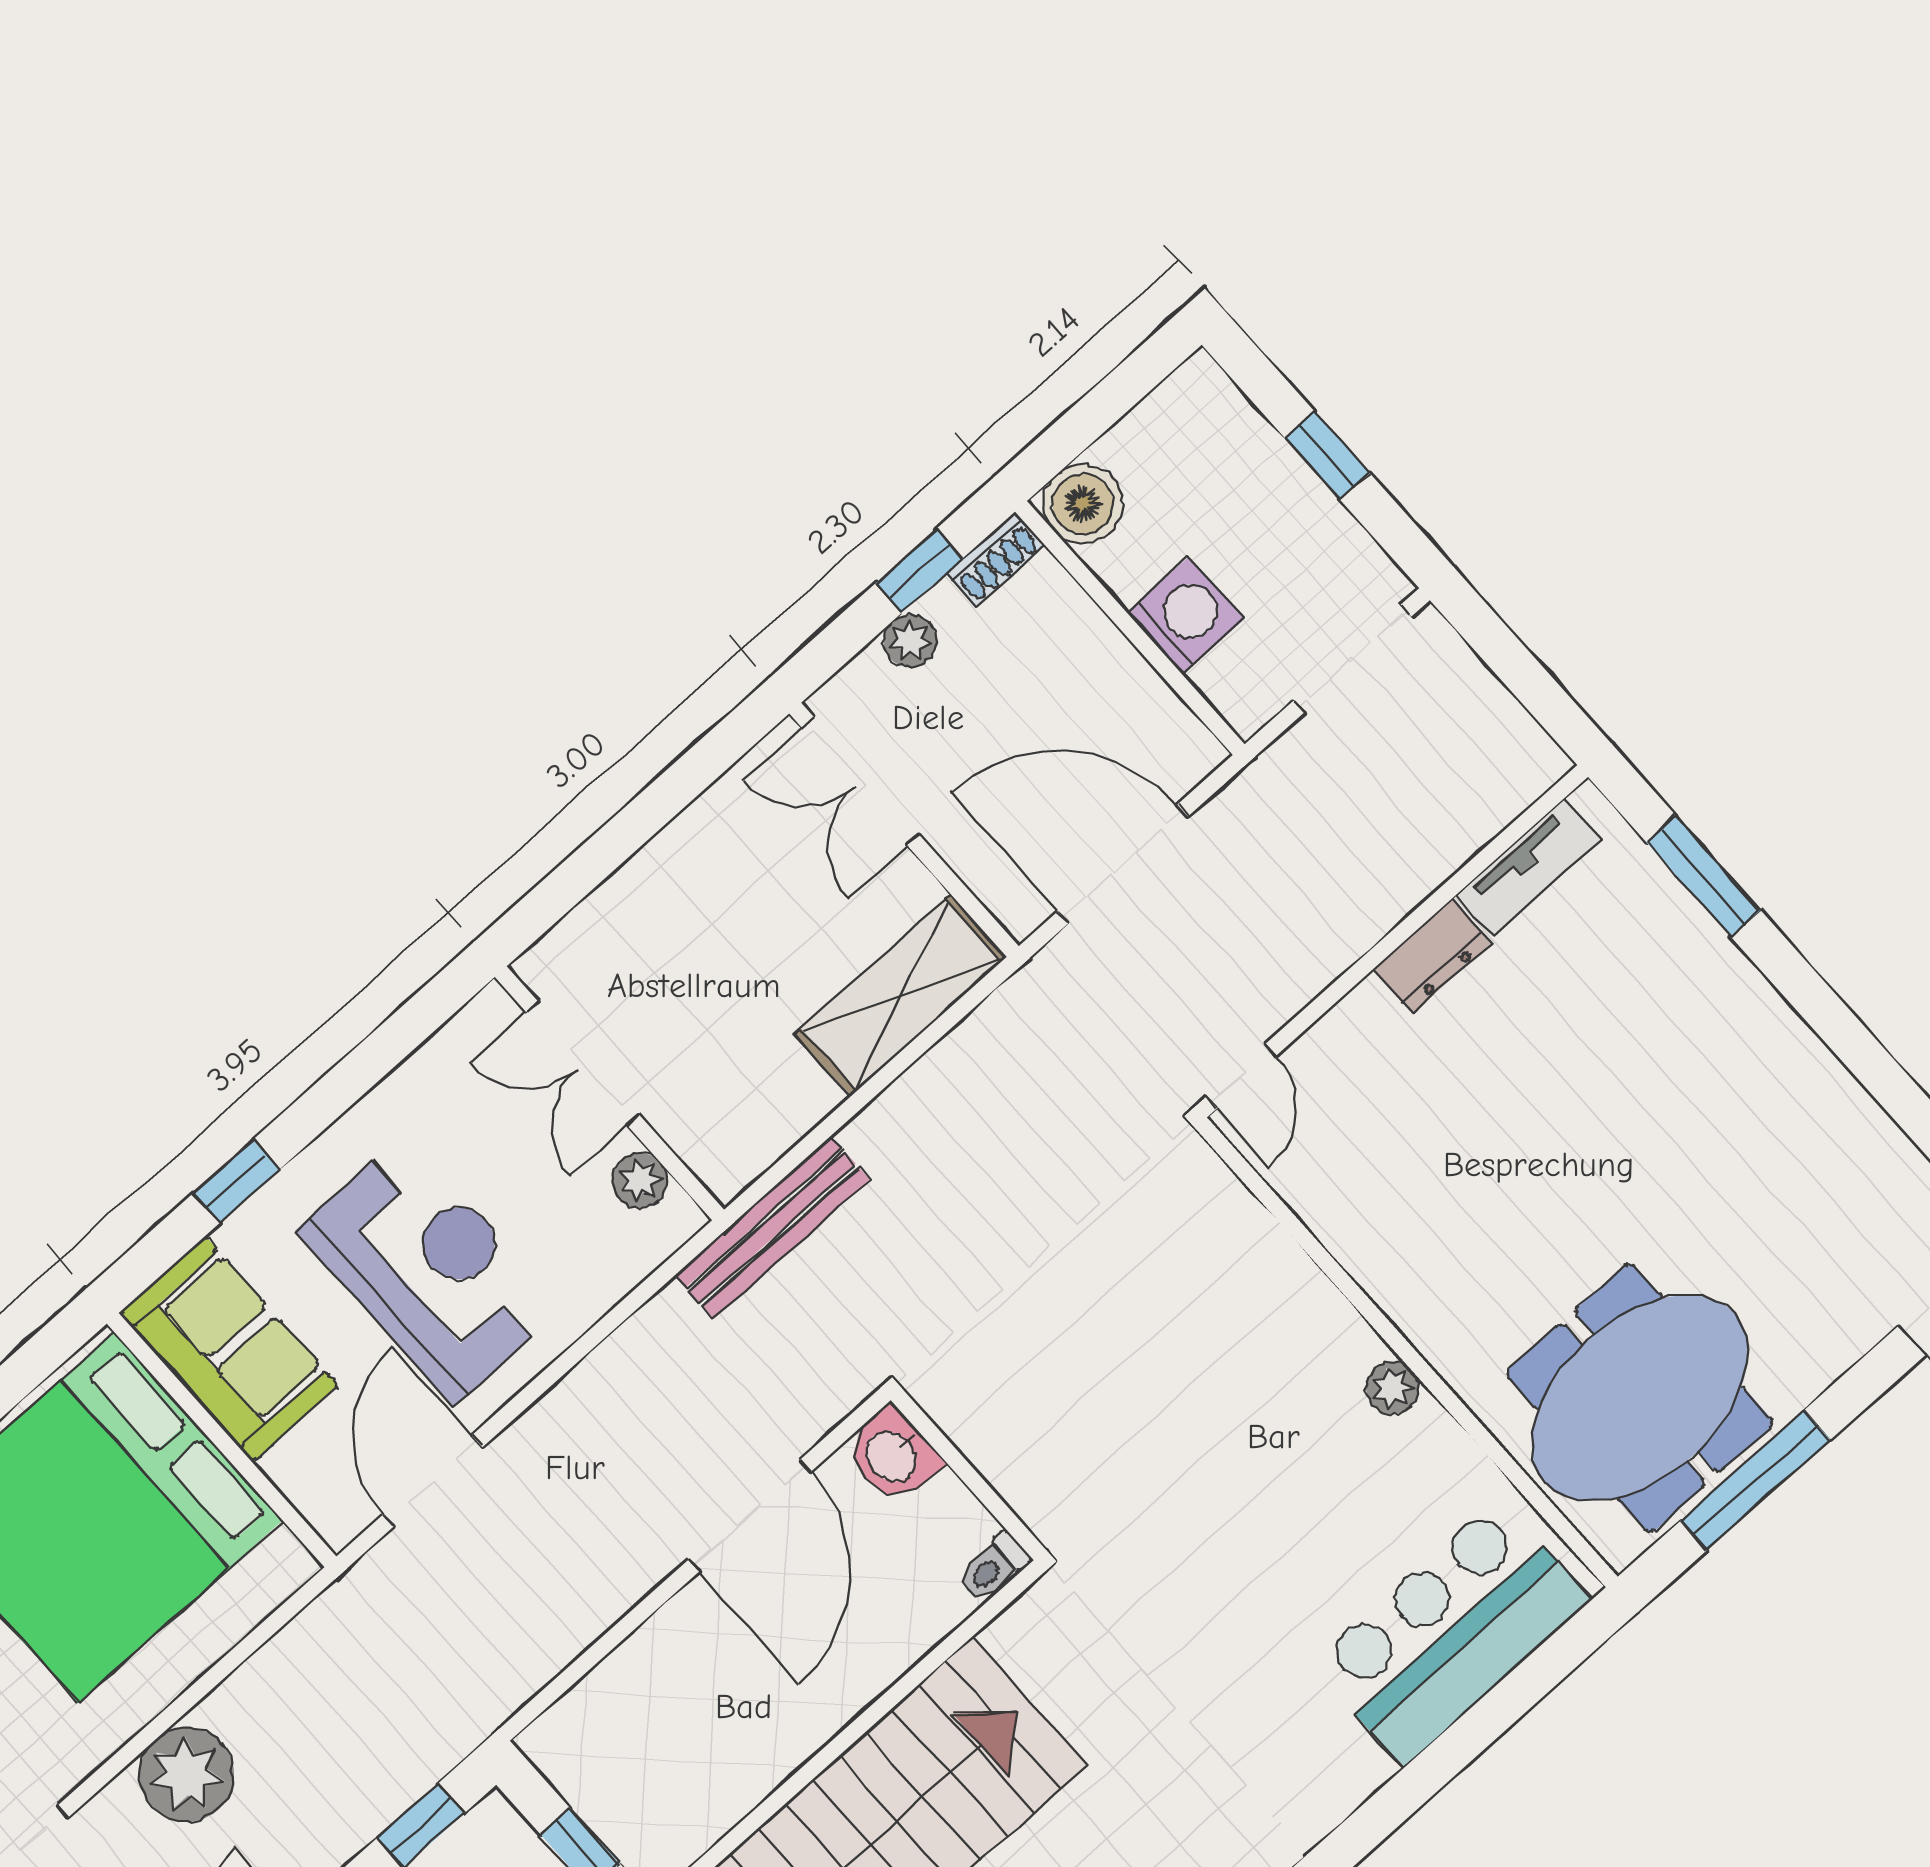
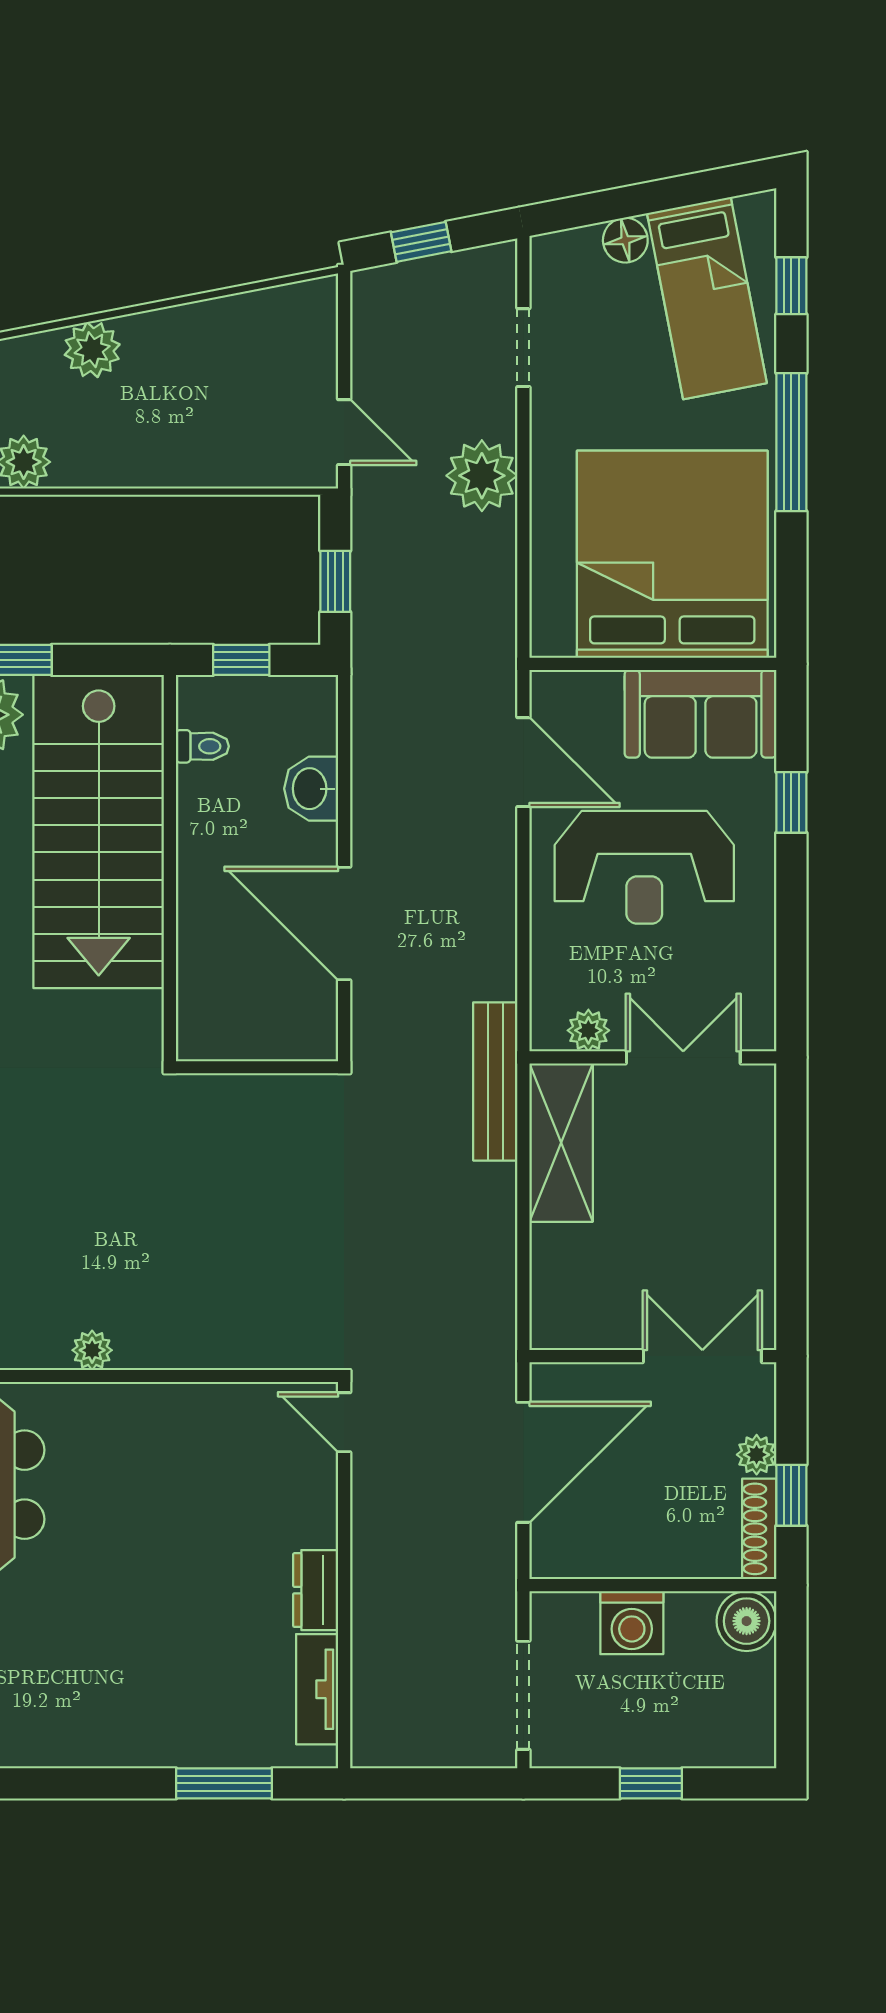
shoe rack: (995, 559) -> (759, 1529), width x1.43
shelving: (901, 995) -> (561, 1143), moved
washbasin: (892, 1455) -> (311, 789), moved, turned -90
toilet: (993, 1567) -> (202, 746), moved, turned 90

